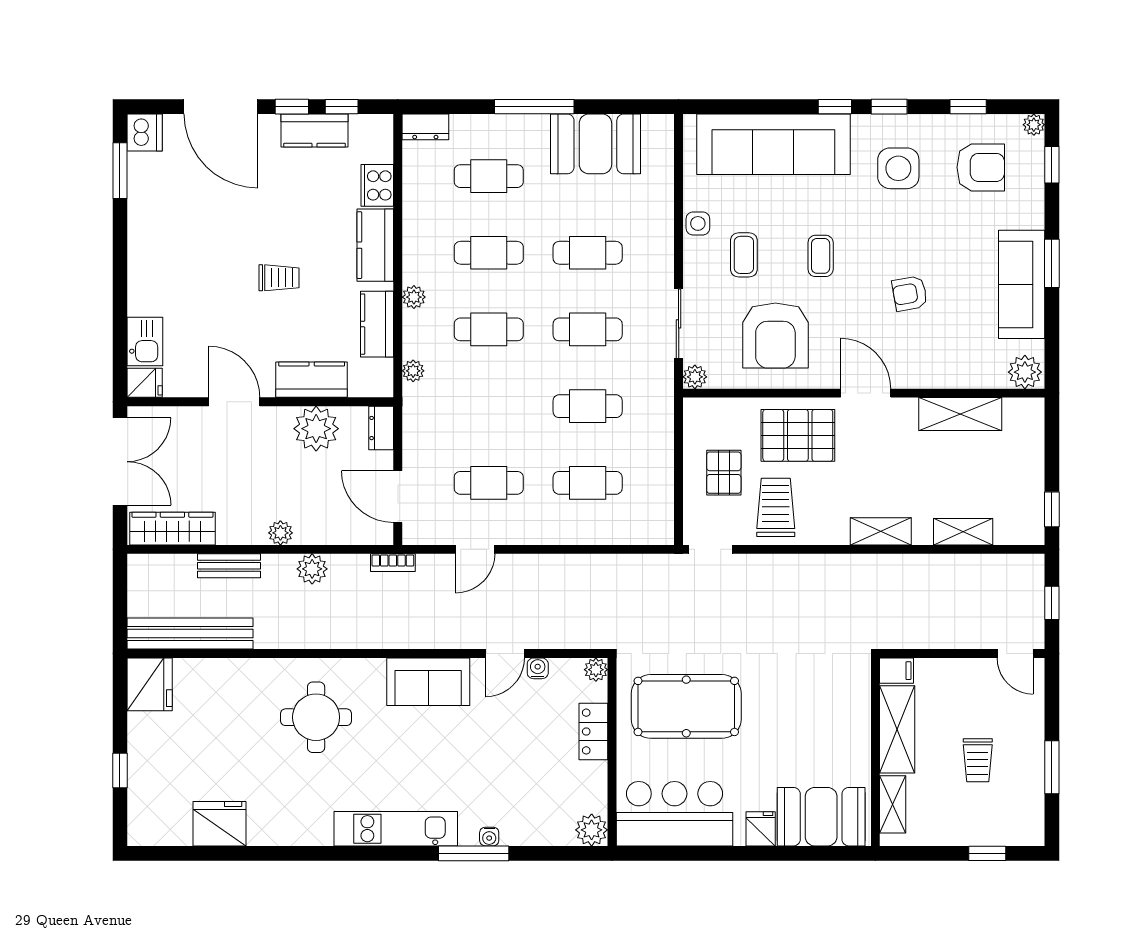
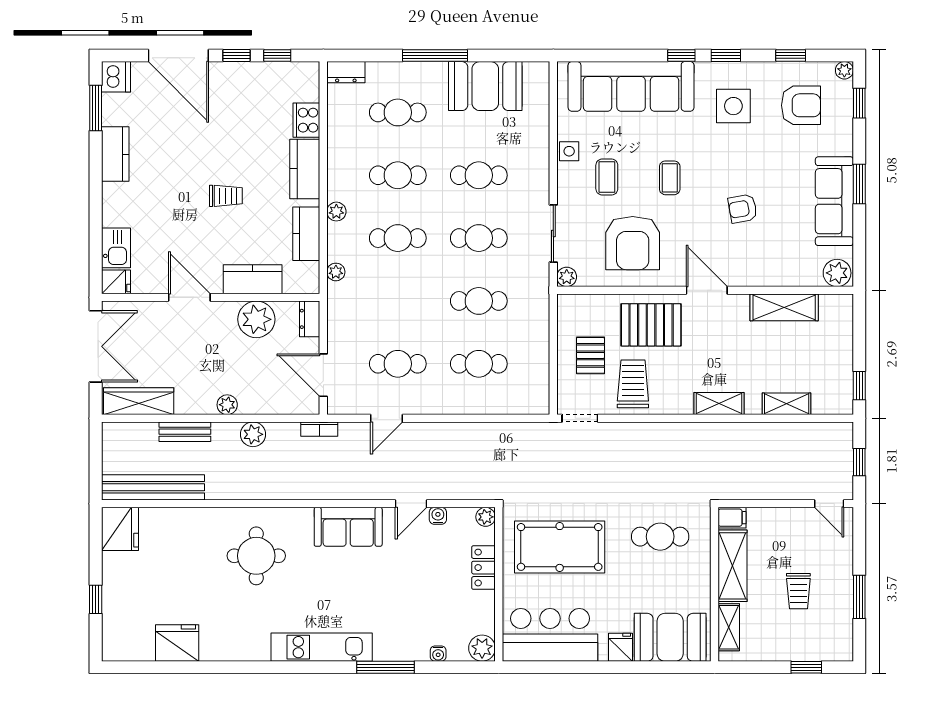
kitchen counter: (314, 131) -> (115, 154), moved, turned -90
cafe table: (809, 694) -> (660, 537), added
water cooler: (489, 837) -> (438, 654), moved

